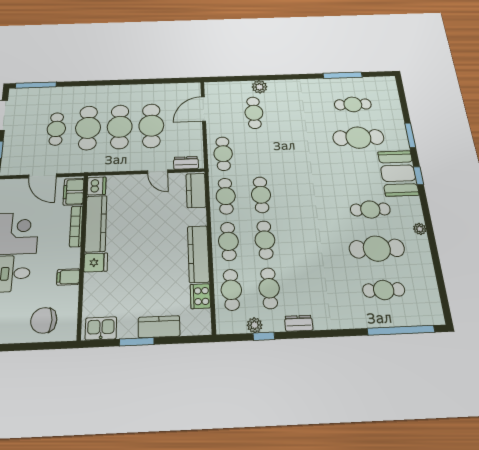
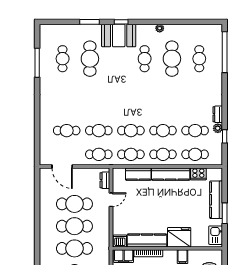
plant: (259, 87) -> (45, 125), removed
cafe table: (257, 152) -> (99, 131), added
kitchen counter: (196, 190) -> (138, 174), moved
fridge: (96, 263) -> (179, 237), width x1.88, depth x1.34
plant: (255, 325) -> (218, 128), moved
kitchen counter: (159, 327) -> (216, 200), width x1.50

